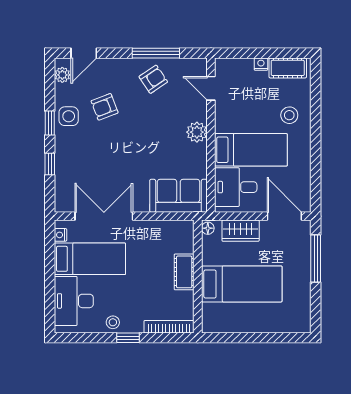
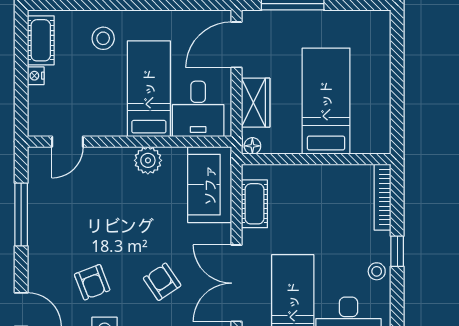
armchair: (153, 79) -> (162, 282), moved
plant: (197, 132) -> (148, 160), moved
cot: (184, 272) -> (254, 204), moved, turned 90

